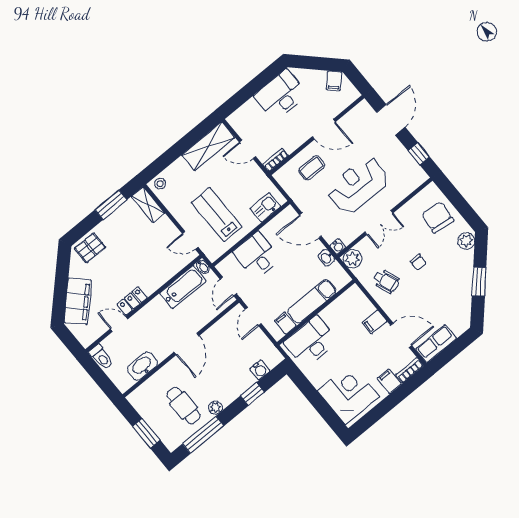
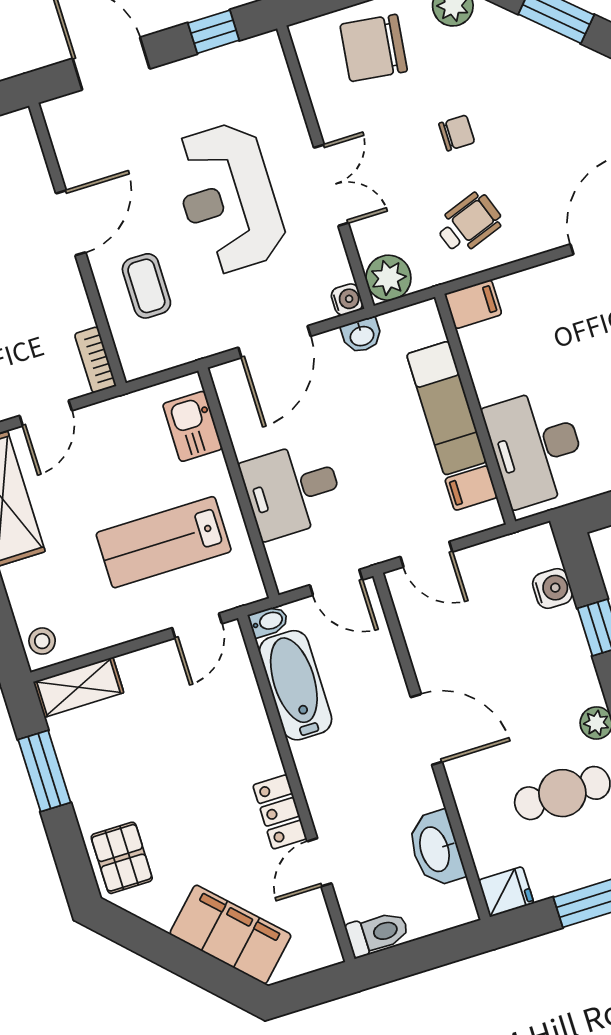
filing cabinet: (374, 322) -> (473, 304), moved, turned -90
fridge: (137, 400) -> (506, 892), added

